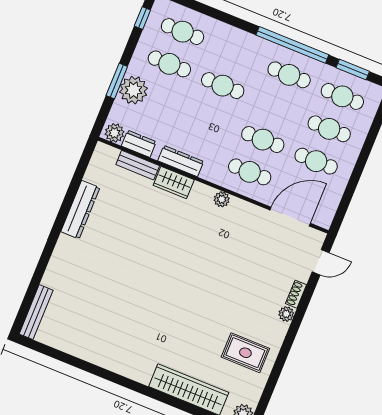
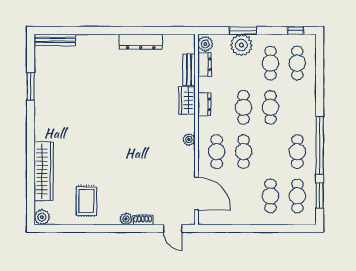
dresser: (181, 161) -> (204, 104), width x0.70
cafe table: (316, 161) -> (244, 107), moved
window: (80, 364) -> (31, 87), added

